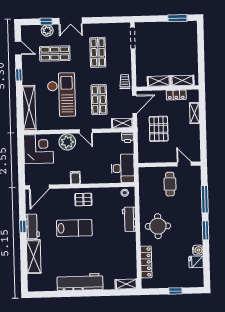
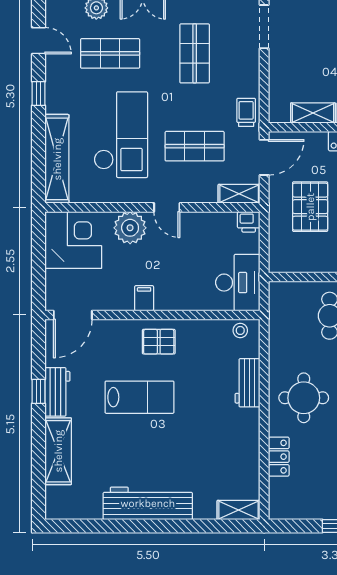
shop shelf: (99, 100) -> (195, 146), turned 90
locker: (146, 262) -> (279, 457), width x0.66

